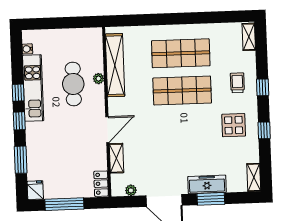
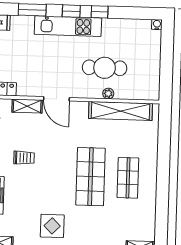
water cooler: (27, 49) -> (157, 25), moved
shop shelf: (181, 53) -> (128, 178), width x0.70, depth x0.74
trolley: (237, 83) -> (24, 158), moved
kitchen unit: (33, 88) -> (68, 26), moved

